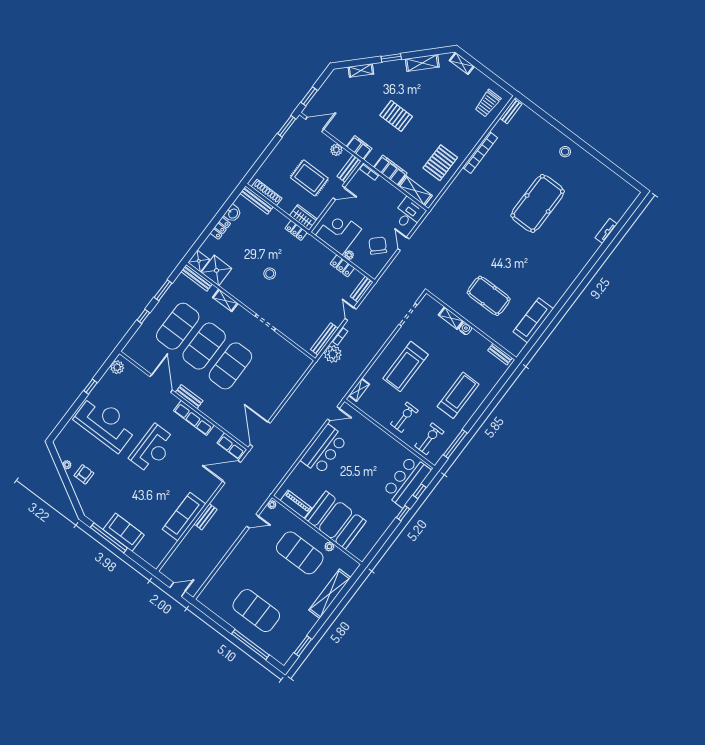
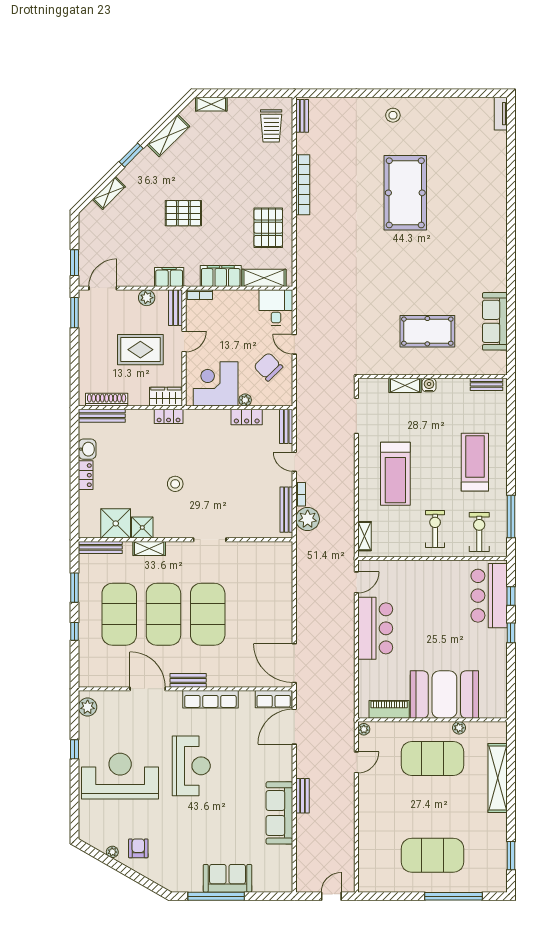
tv unit: (606, 231) -> (501, 114), moved
shower: (199, 261) -> (142, 528), moved

